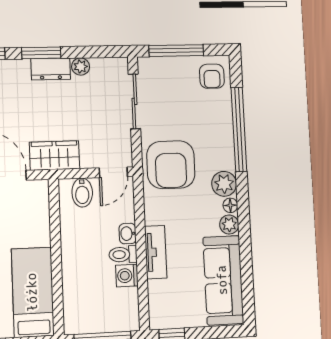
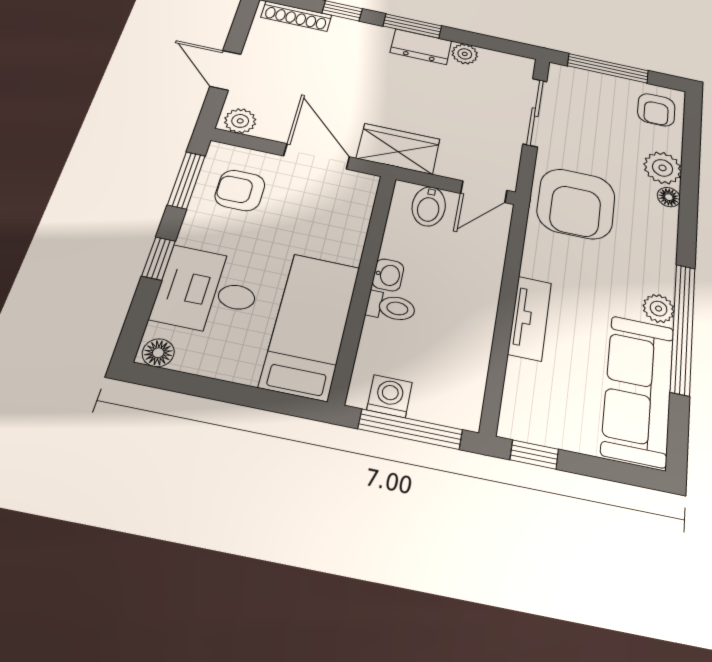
window: (239, 129) -> (683, 328), moved
plant: (224, 184) -> (663, 168), moved
floor lamp: (230, 205) -> (669, 197), moved
washbasin: (128, 234) -> (388, 275), moved, turned 180
toilet: (123, 254) -> (391, 307), moved, turned 180
washing machine: (127, 276) -> (390, 396), moved, turned 90

